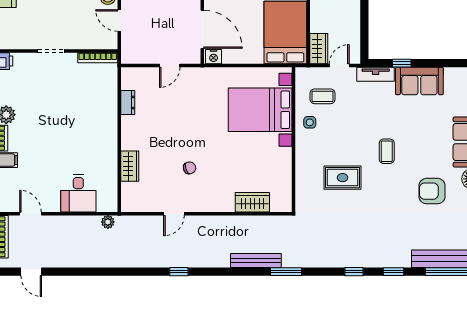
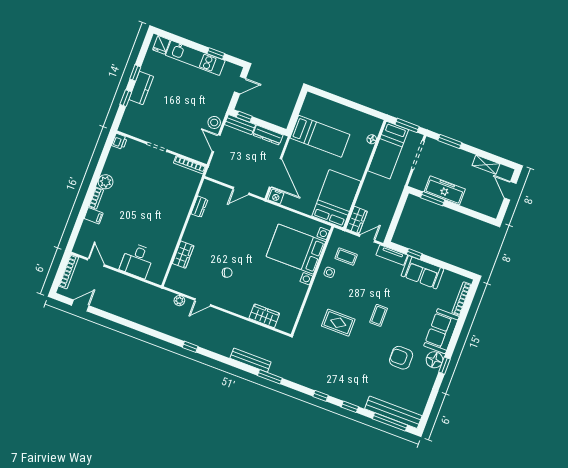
plant: (108, 222) -> (179, 301), moved
door: (31, 272) -> (80, 305), swing flipped

